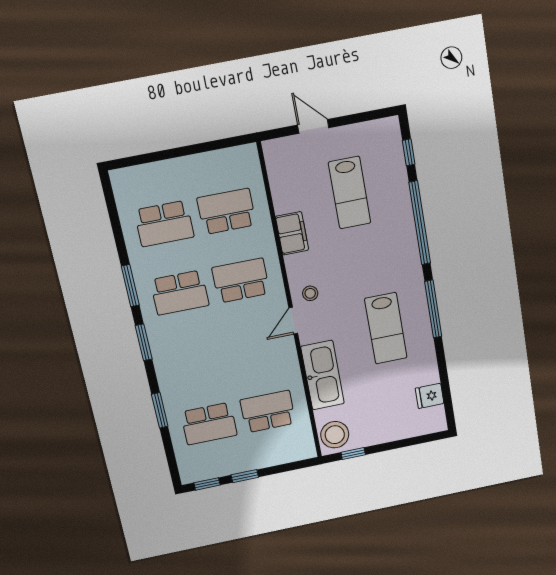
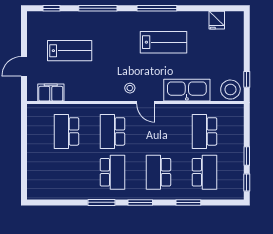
window: (420, 223) -> (98, 8), width x0.68
school desk: (164, 224) -> (158, 172), moved, turned 180
filing cabinet: (292, 233) -> (51, 92), moved

